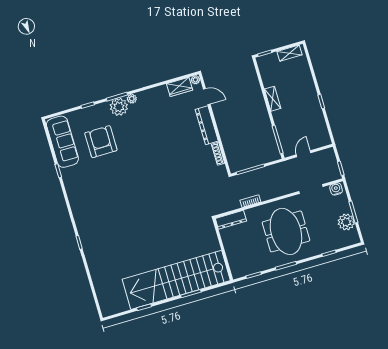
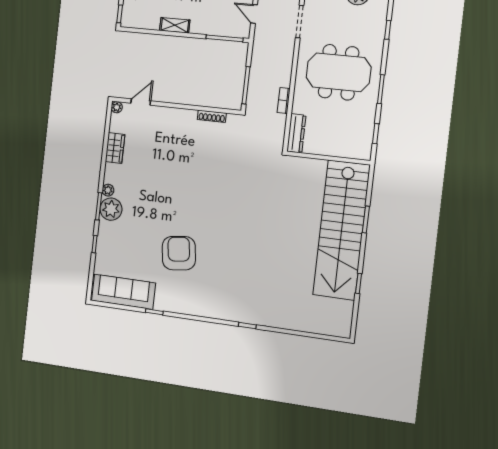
wardrobe: (180, 87) -> (115, 148), moved
dresser: (207, 125) -> (173, 116), removed
armchair: (101, 142) -> (179, 253), moved, turned 83

